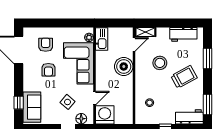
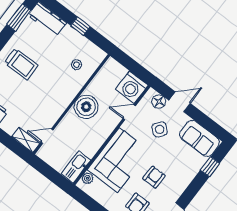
stool: (160, 63) -> (35, 97), removed
boiler: (124, 66) -> (86, 107), moved
trolley: (184, 77) -> (21, 64), turned -151
sofa: (32, 107) -> (199, 138), moved, turned -90

